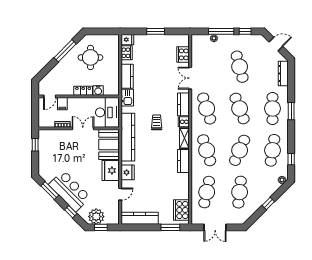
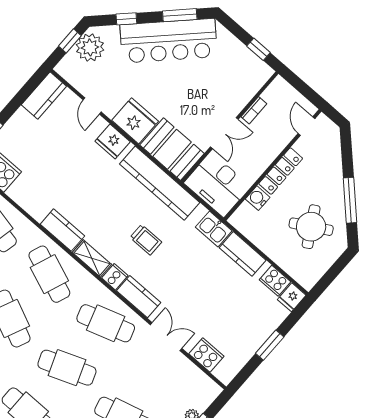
round table: (90, 57) -> (311, 227), turned -30
locker: (83, 91) -> (281, 171), width x1.53
filing cabinet: (62, 104) -> (282, 135), removed
cafe table: (207, 150) -> (49, 274), turned 39
bar counter: (70, 191) -> (169, 41), width x1.36
kitchen counter: (140, 218) -> (44, 95), width x0.67

